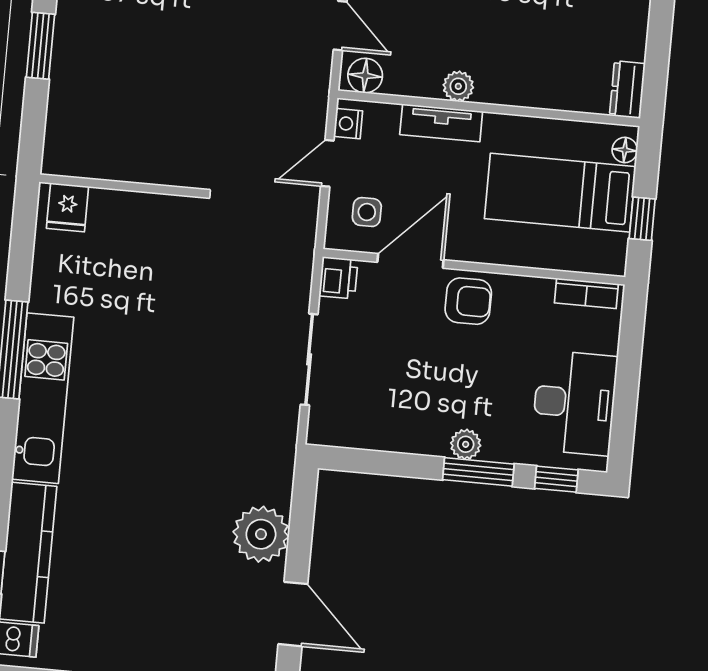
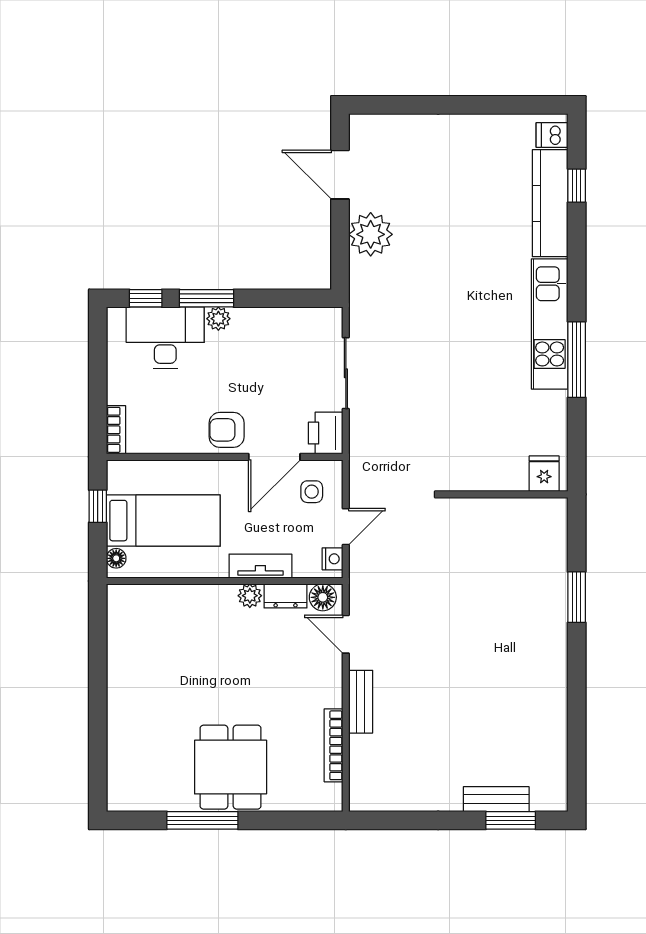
dresser: (627, 90) -> (286, 596), moved, turned 90
printer: (338, 278) -> (326, 433), width x1.36, depth x1.24
bookcase: (586, 293) -> (116, 430), moved, turned 90
desk: (574, 403) -> (165, 338), moved, turned 90

